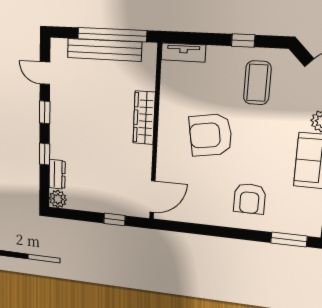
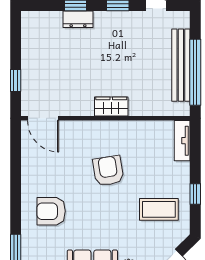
wardrobe: (144, 118) -> (111, 106), width x0.67
armchair: (211, 135) -> (108, 171), width x0.73, depth x0.73
dresser: (57, 174) -> (78, 19), moved
plant: (58, 199) -> (30, 20), removed

